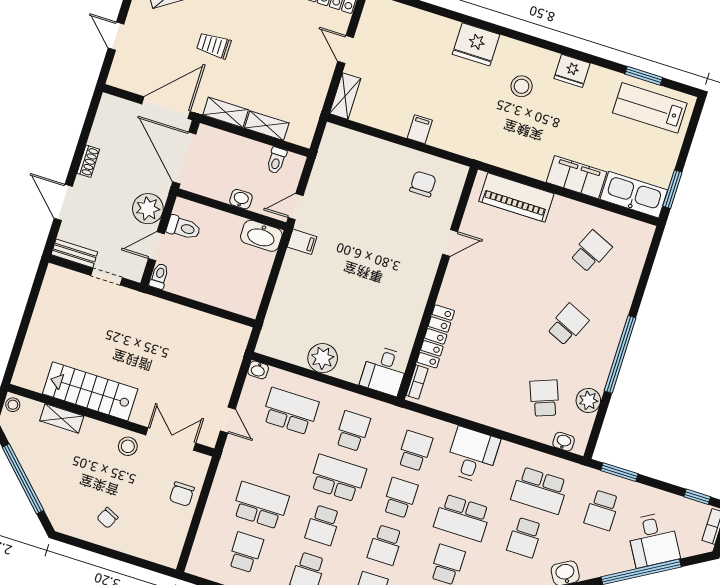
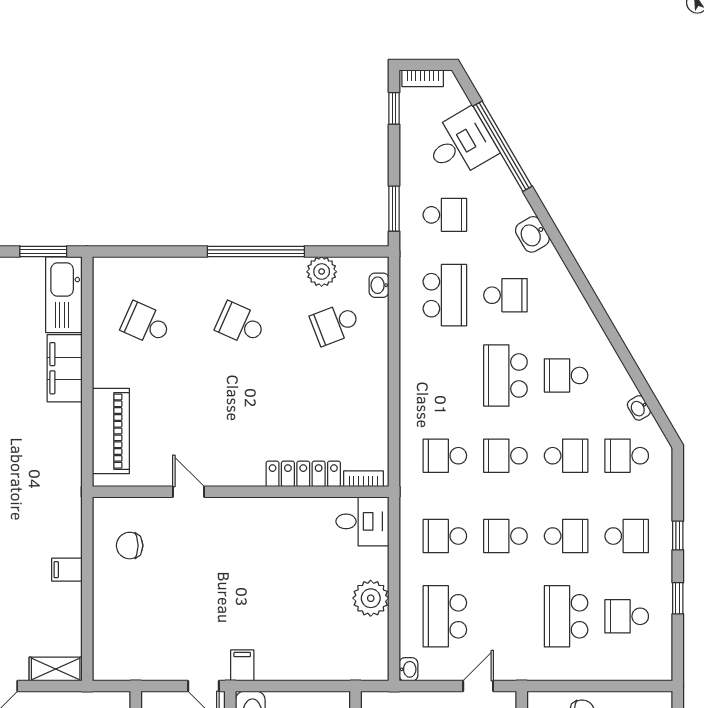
desk: (472, 455) -> (429, 387), removed
school desk: (338, 478) -> (505, 536), width x0.54
school desk: (462, 518) -> (505, 375), turned 180

